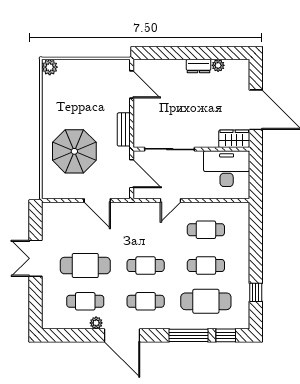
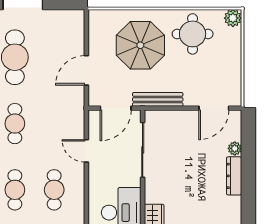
plant: (218, 65) -> (235, 148), moved
dresser: (199, 66) -> (234, 176), width x1.44
round table: (64, 104) -> (193, 34), added
bench: (124, 129) -> (158, 99), width x1.36

